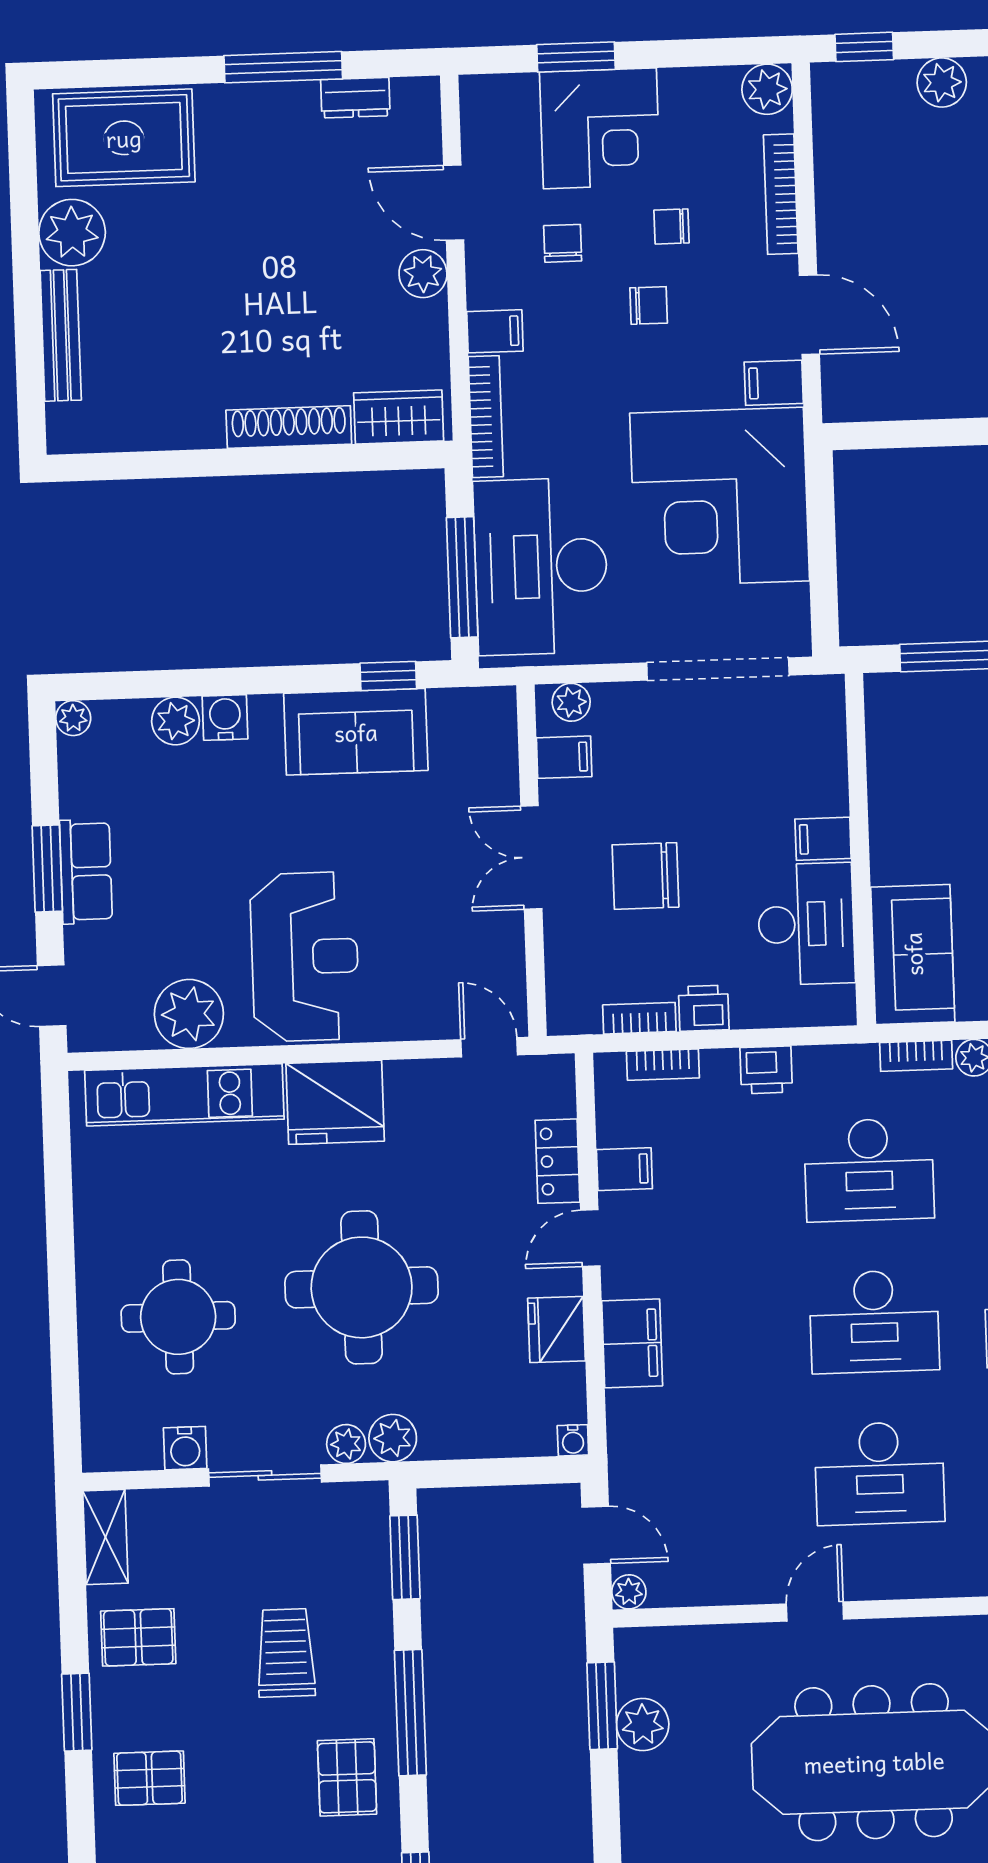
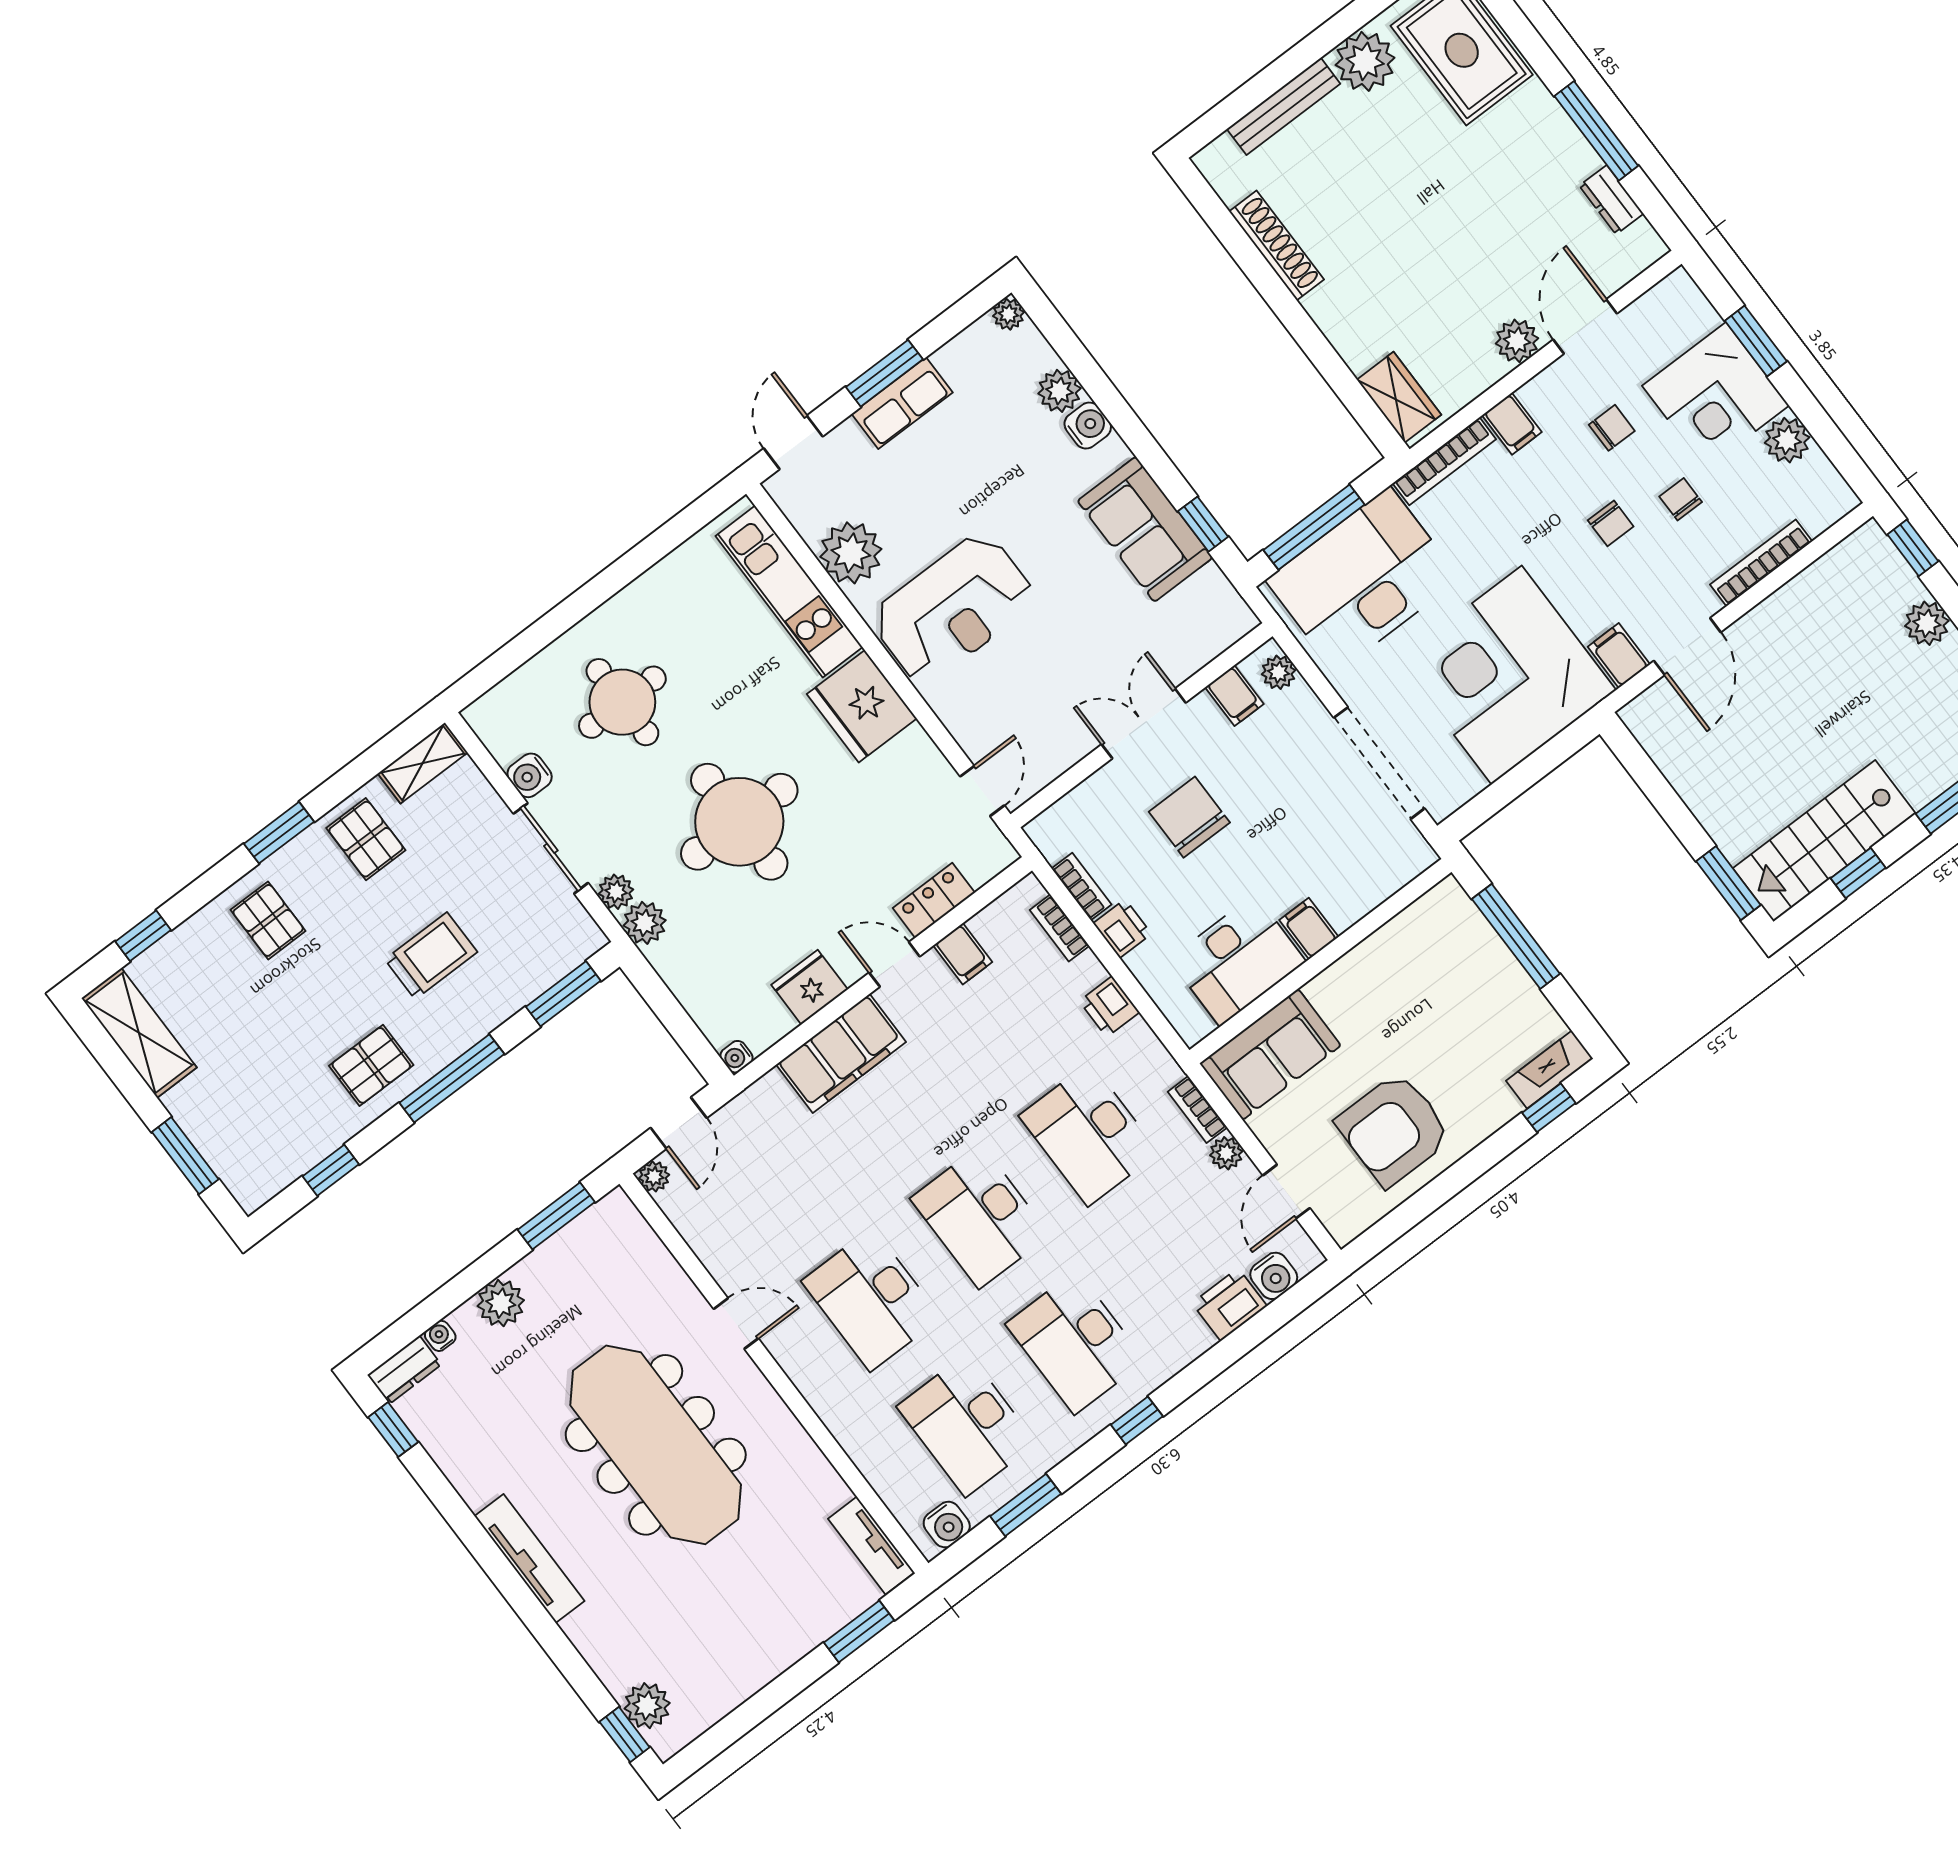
plant: (767, 89) -> (1787, 440), moved
shoe rack: (289, 427) -> (1277, 245), moved
filing cabinet: (632, 1343) -> (841, 1053), width x1.50, depth x1.17
plant: (643, 1724) -> (501, 1303), moved

